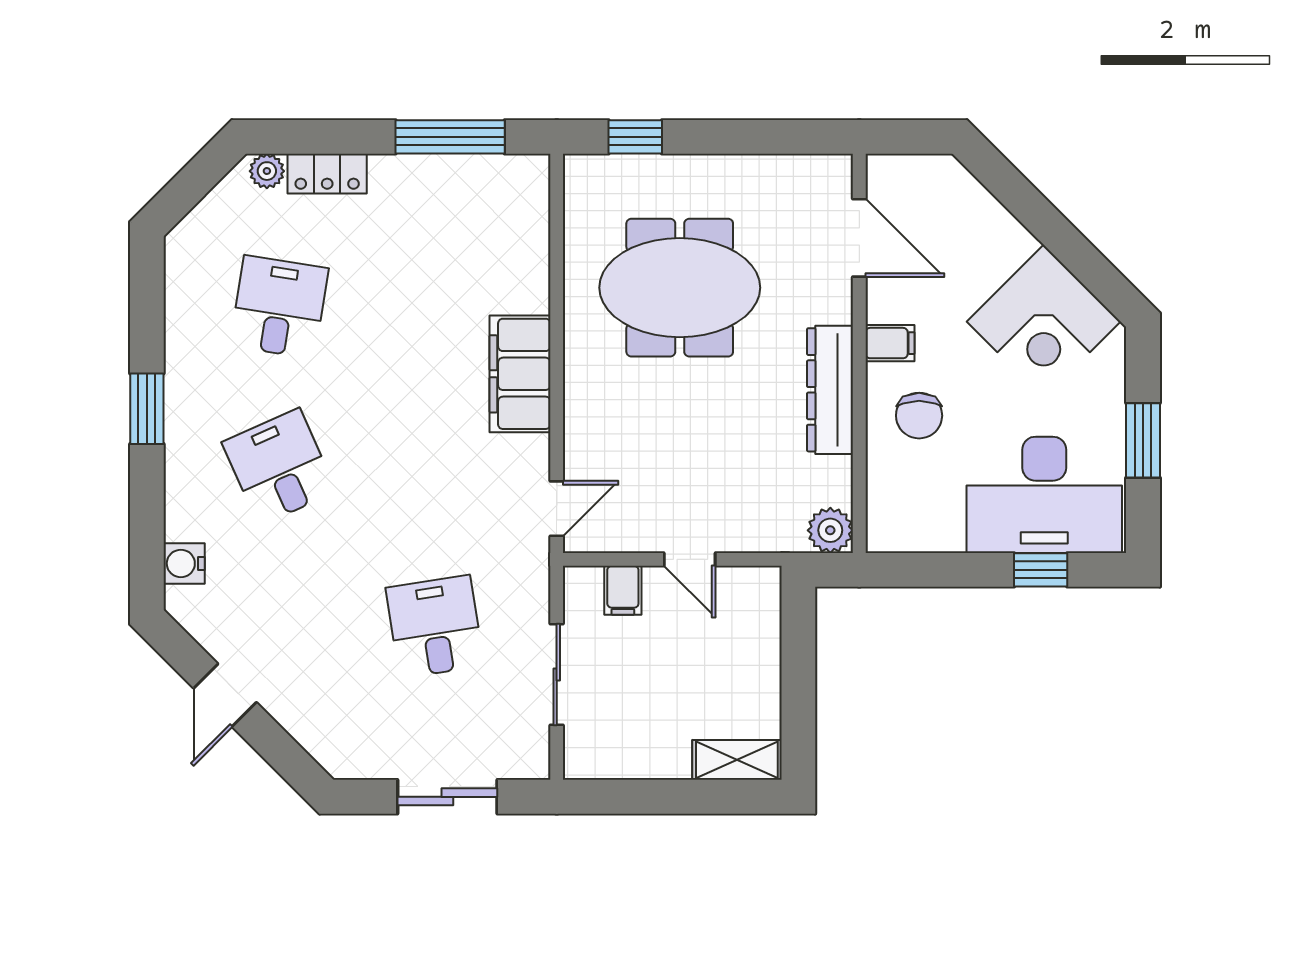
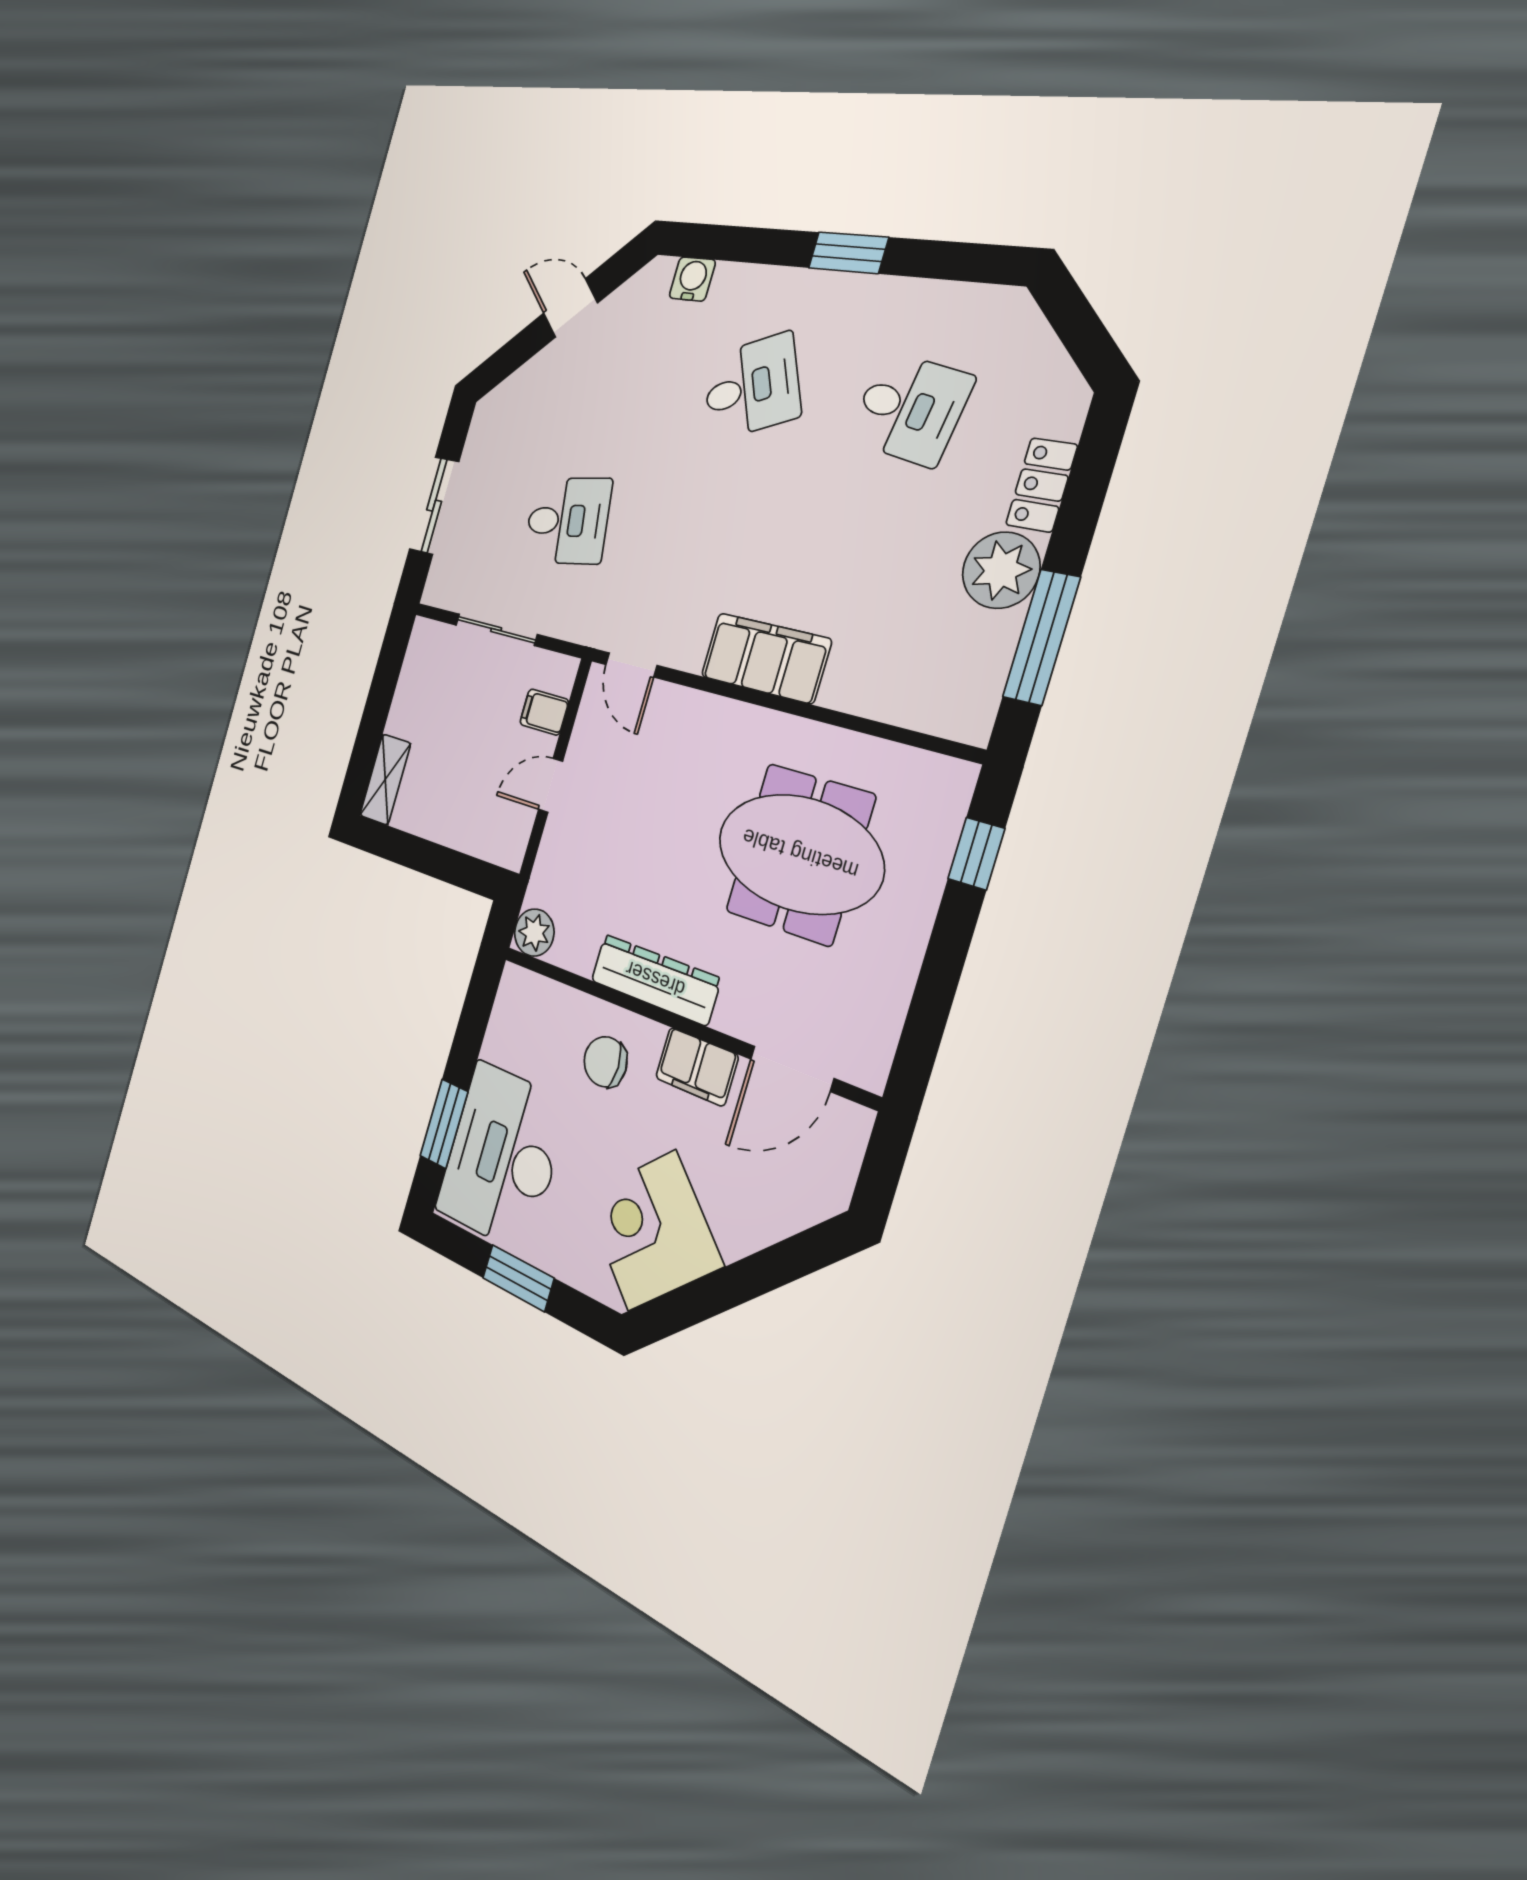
plant: (267, 171) -> (1001, 570), moved, width x1.87, depth x1.87
meeting table: (680, 288) -> (800, 854), turned 90
filing cabinet: (890, 343) -> (697, 1067), width x2.00
window: (1041, 570) -> (444, 1124), width x1.50

